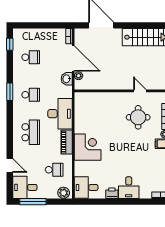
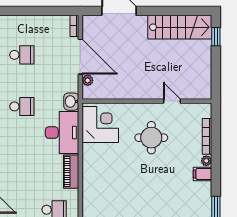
washbasin: (67, 79) -> (71, 102), moved
round table: (138, 117) -> (151, 138), moved
school desk: (31, 132) -> (22, 158), removed
corner desk: (88, 147) -> (100, 125), moved

